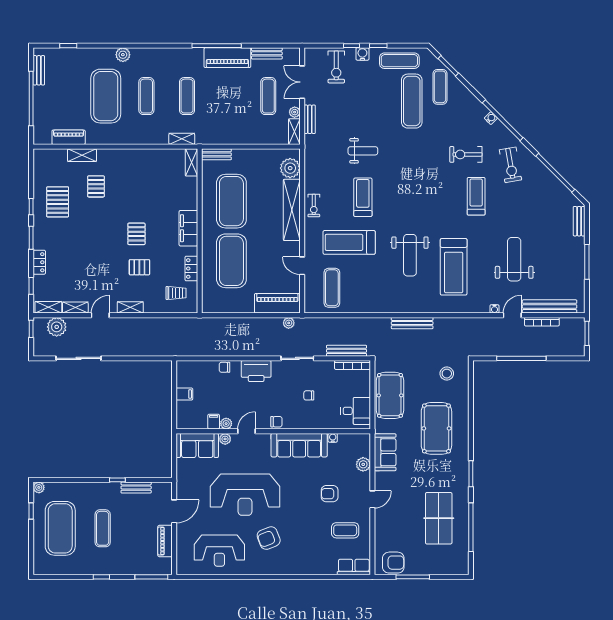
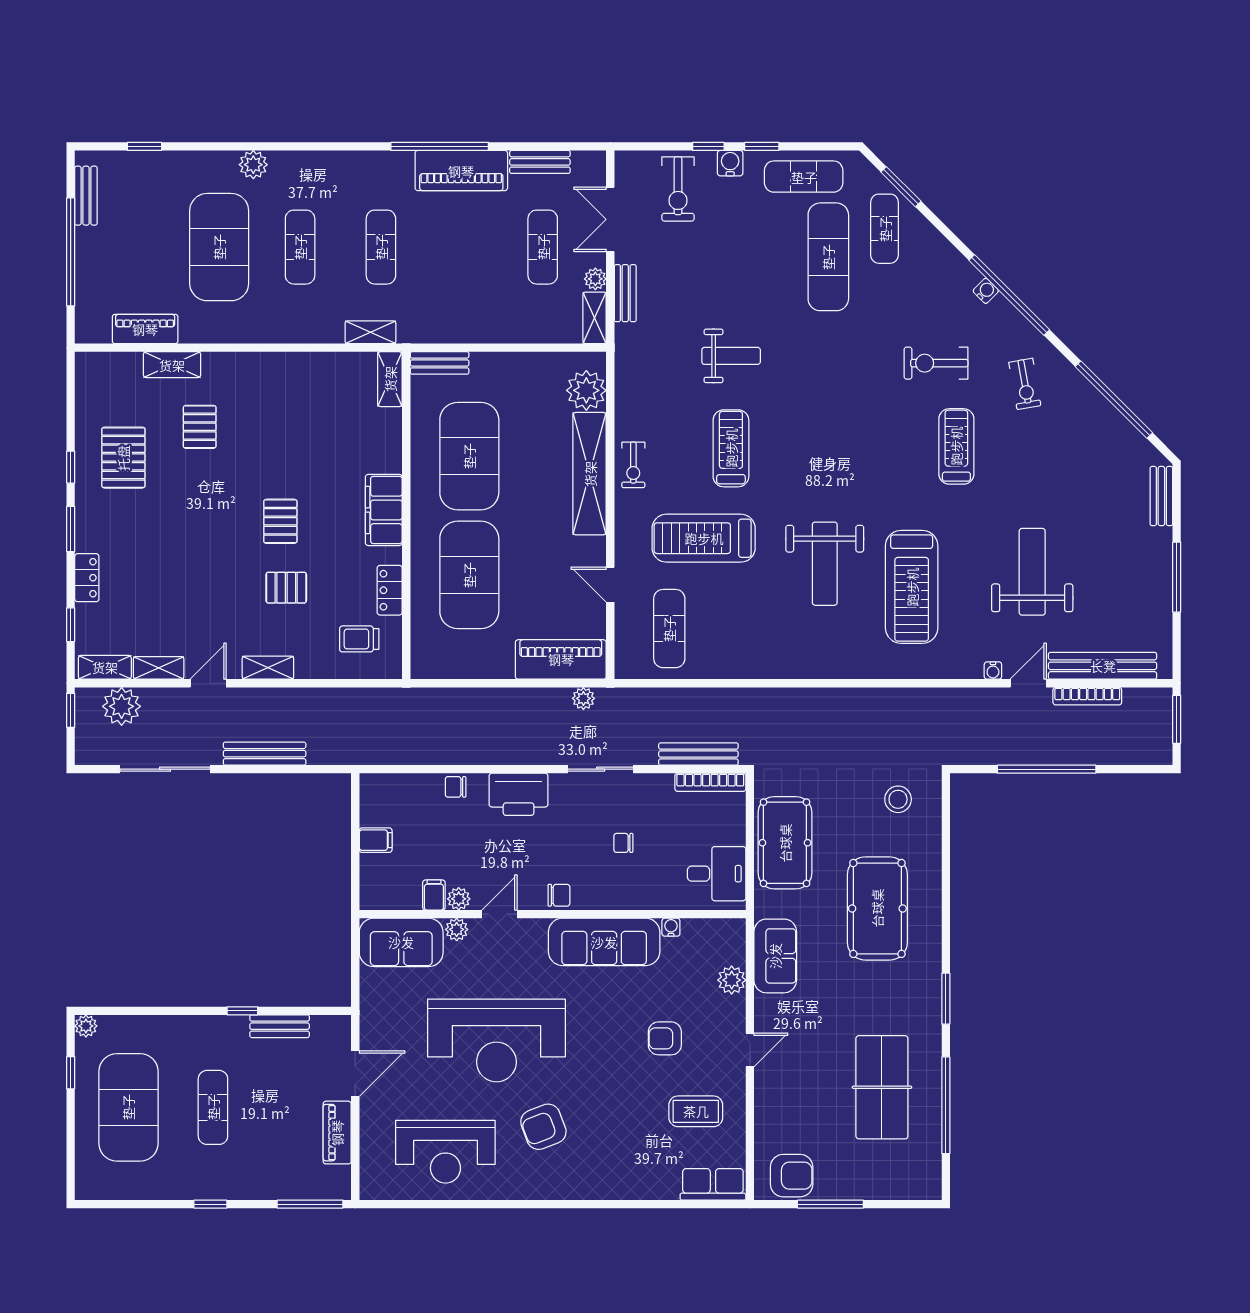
exercise bike: (511, 165) -> (1025, 384), width x0.73, depth x0.72
trolley: (176, 293) -> (359, 639), turned 180
bench: (412, 323) -> (265, 754), moved

